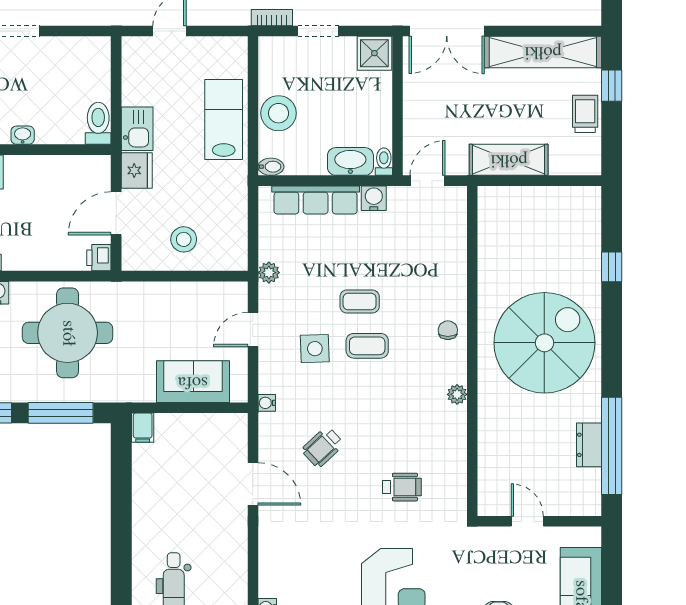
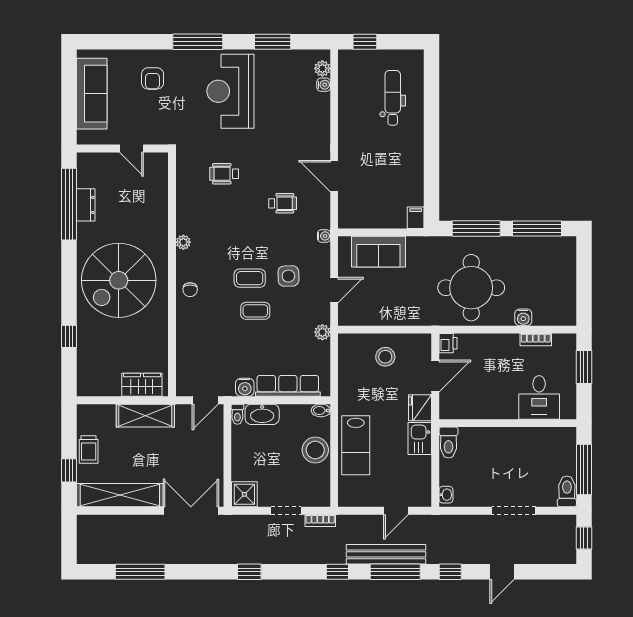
washbasin: (23, 135) -> (446, 495), moved, turned -90
wardrobe: (513, 201) -> (142, 385), added
wheelchair: (323, 447) -> (283, 203), turned 43

